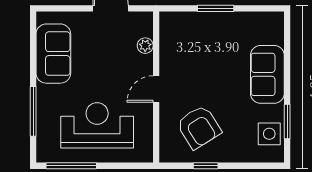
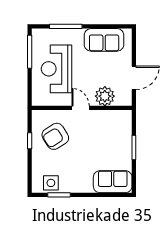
plant: (145, 46) -> (105, 96), width x1.88, depth x1.88
sofa: (267, 74) -> (113, 182), moved
reception desk: (97, 125) -> (56, 69), turned 180

